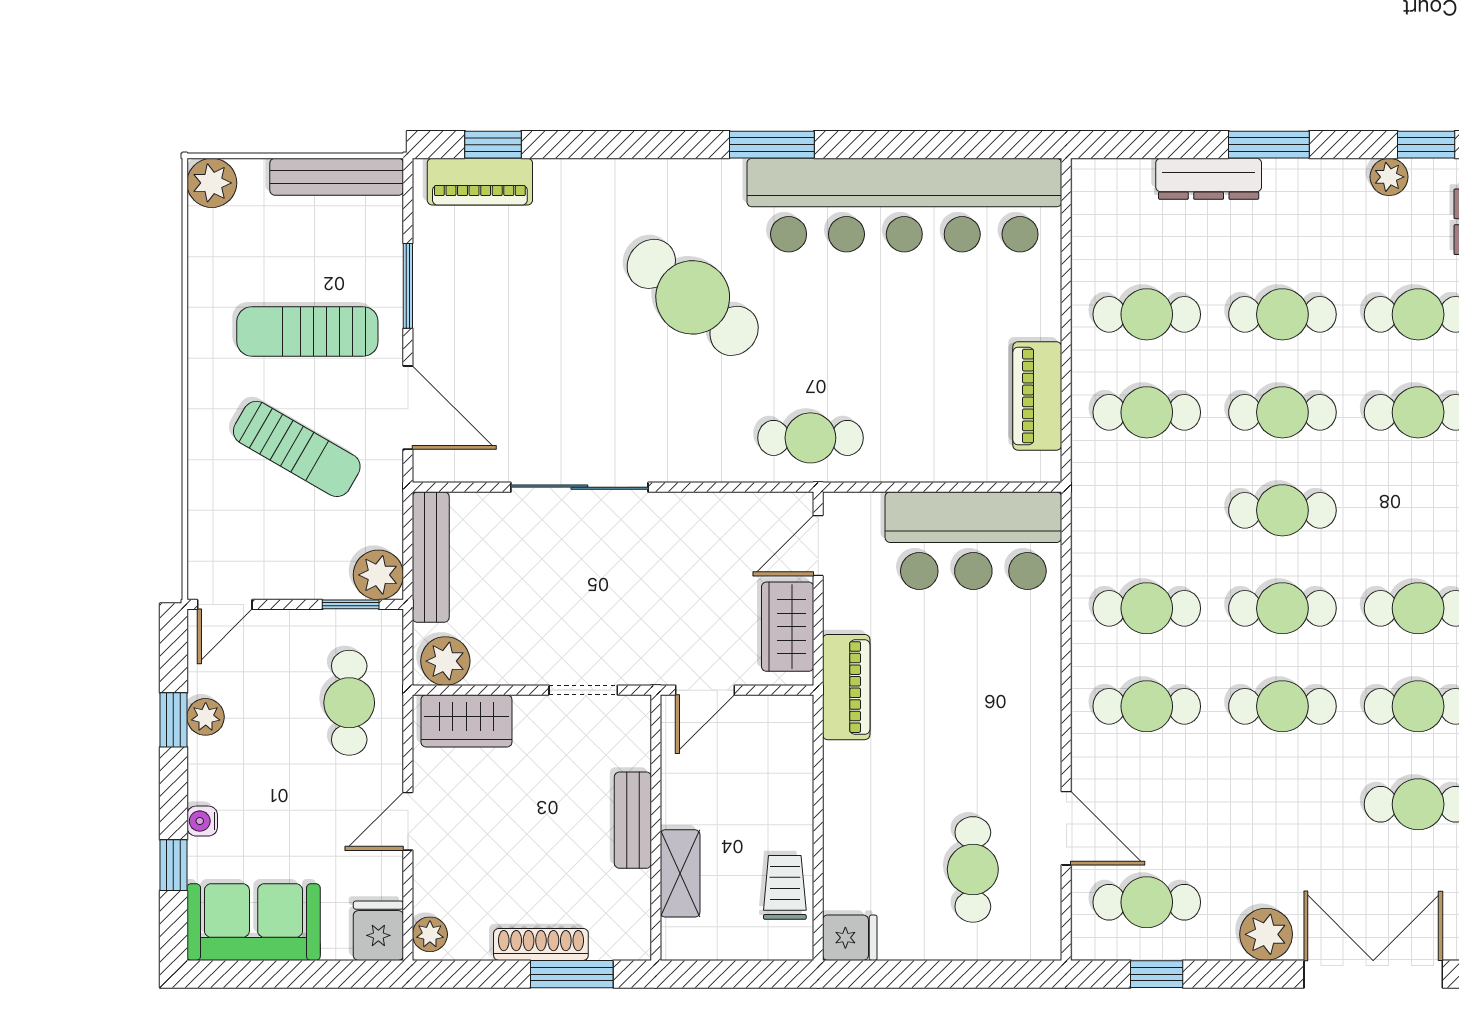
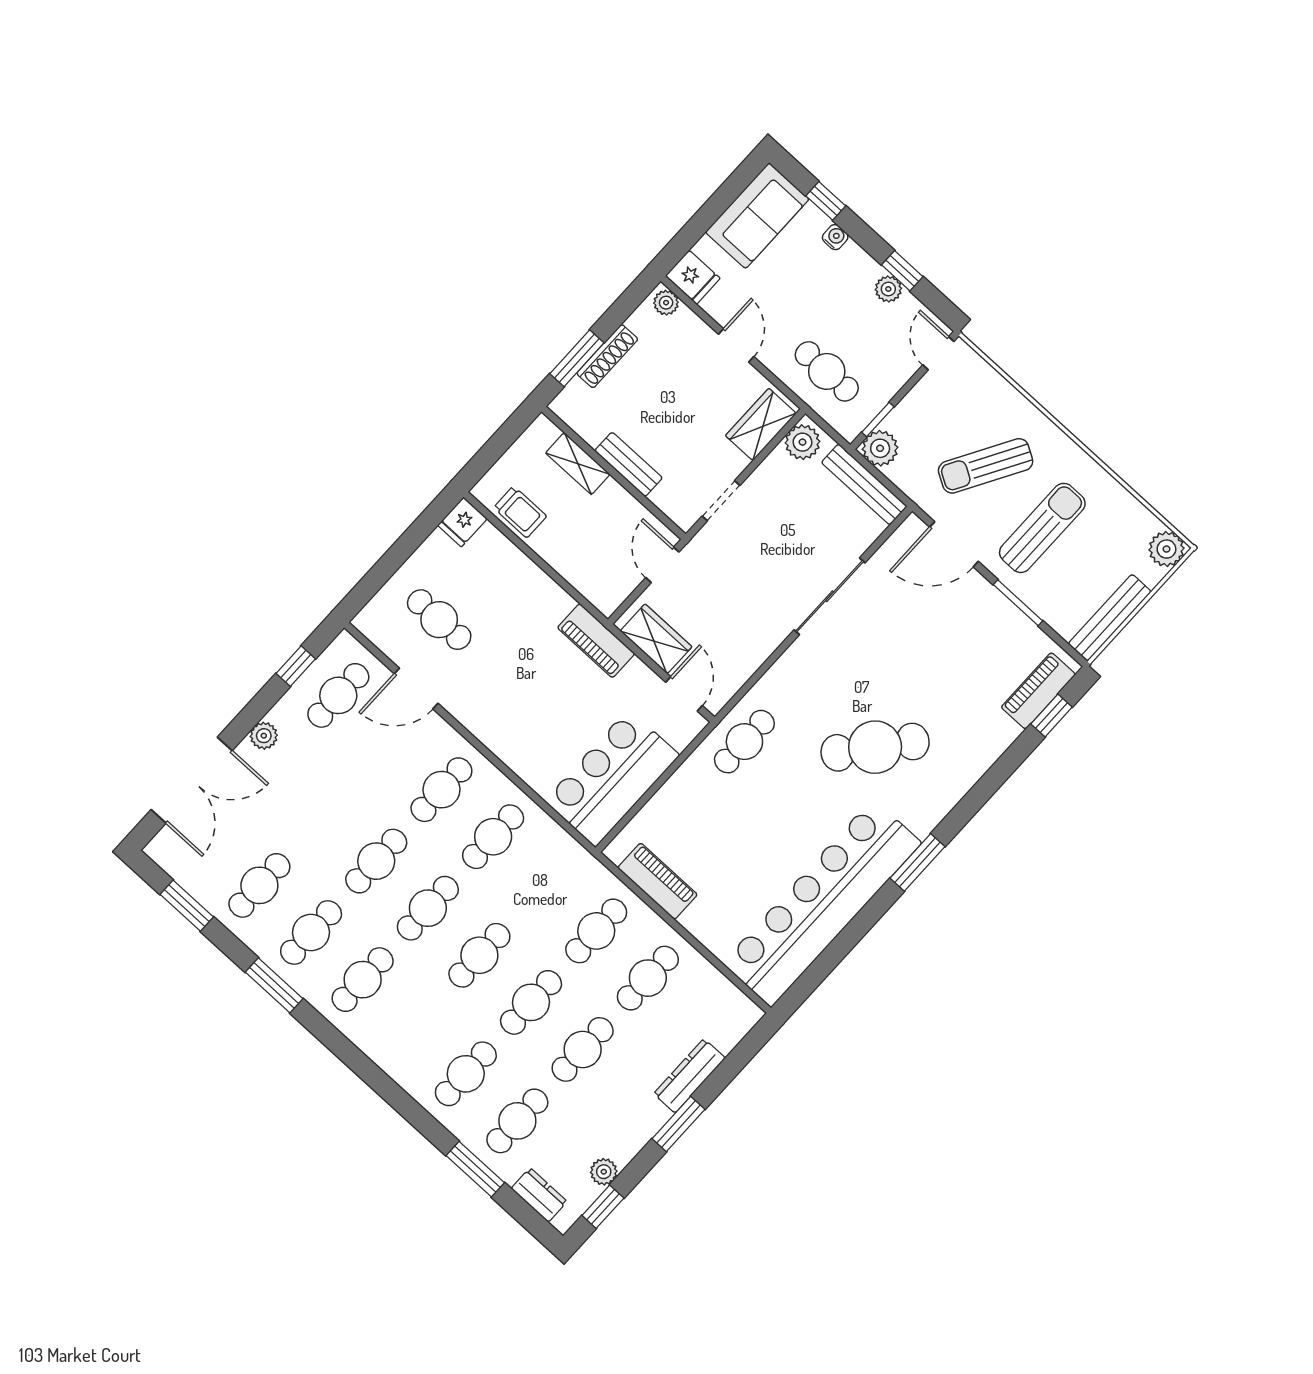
plant: (1266, 934) -> (264, 736), width x0.73, depth x0.73

